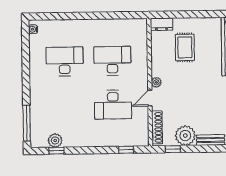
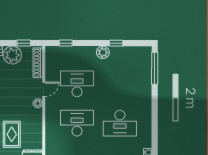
desk: (112, 61) -> (77, 123), turned 180
plant: (55, 140) -> (103, 52), moved
window: (56, 151) -> (116, 43), moved

